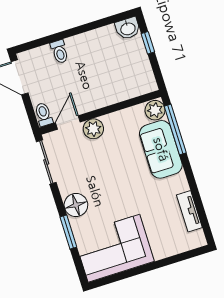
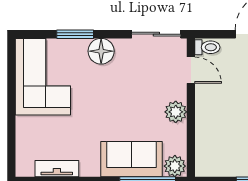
plant: (93, 129) -> (176, 112), moved

